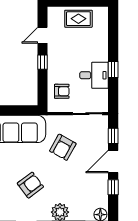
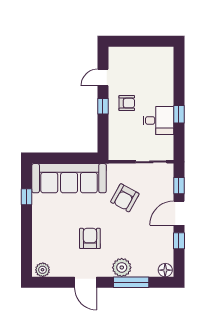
rug: (78, 19) -> (142, 60), removed
armchair: (62, 91) -> (127, 103), moved
armchair: (30, 185) -> (90, 238), turned -53

